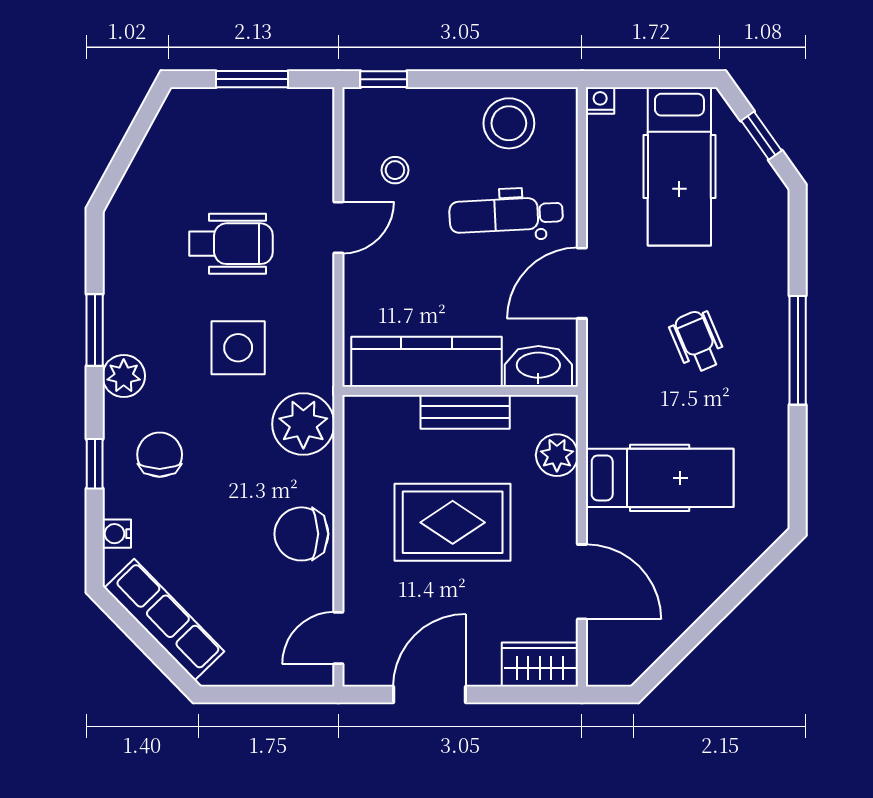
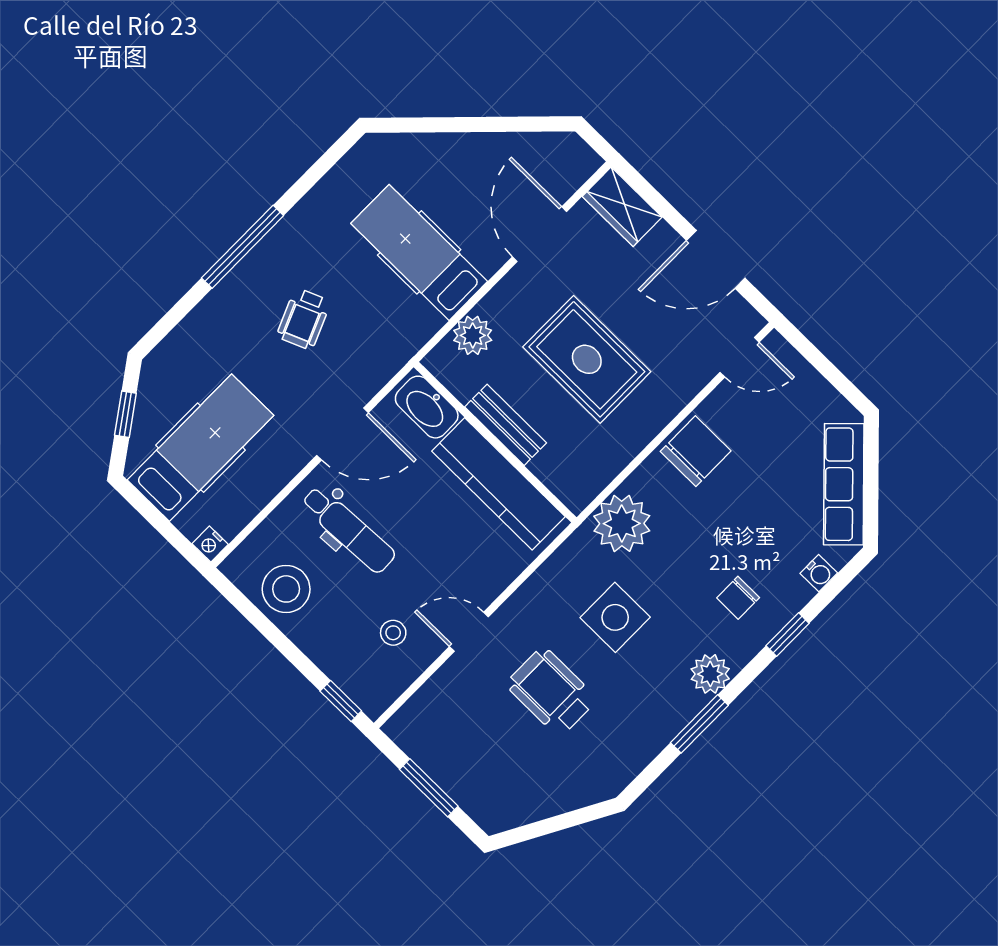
chair: (160, 455) -> (738, 598), width x0.73, depth x0.73
chair: (301, 534) -> (696, 451), turned -90

